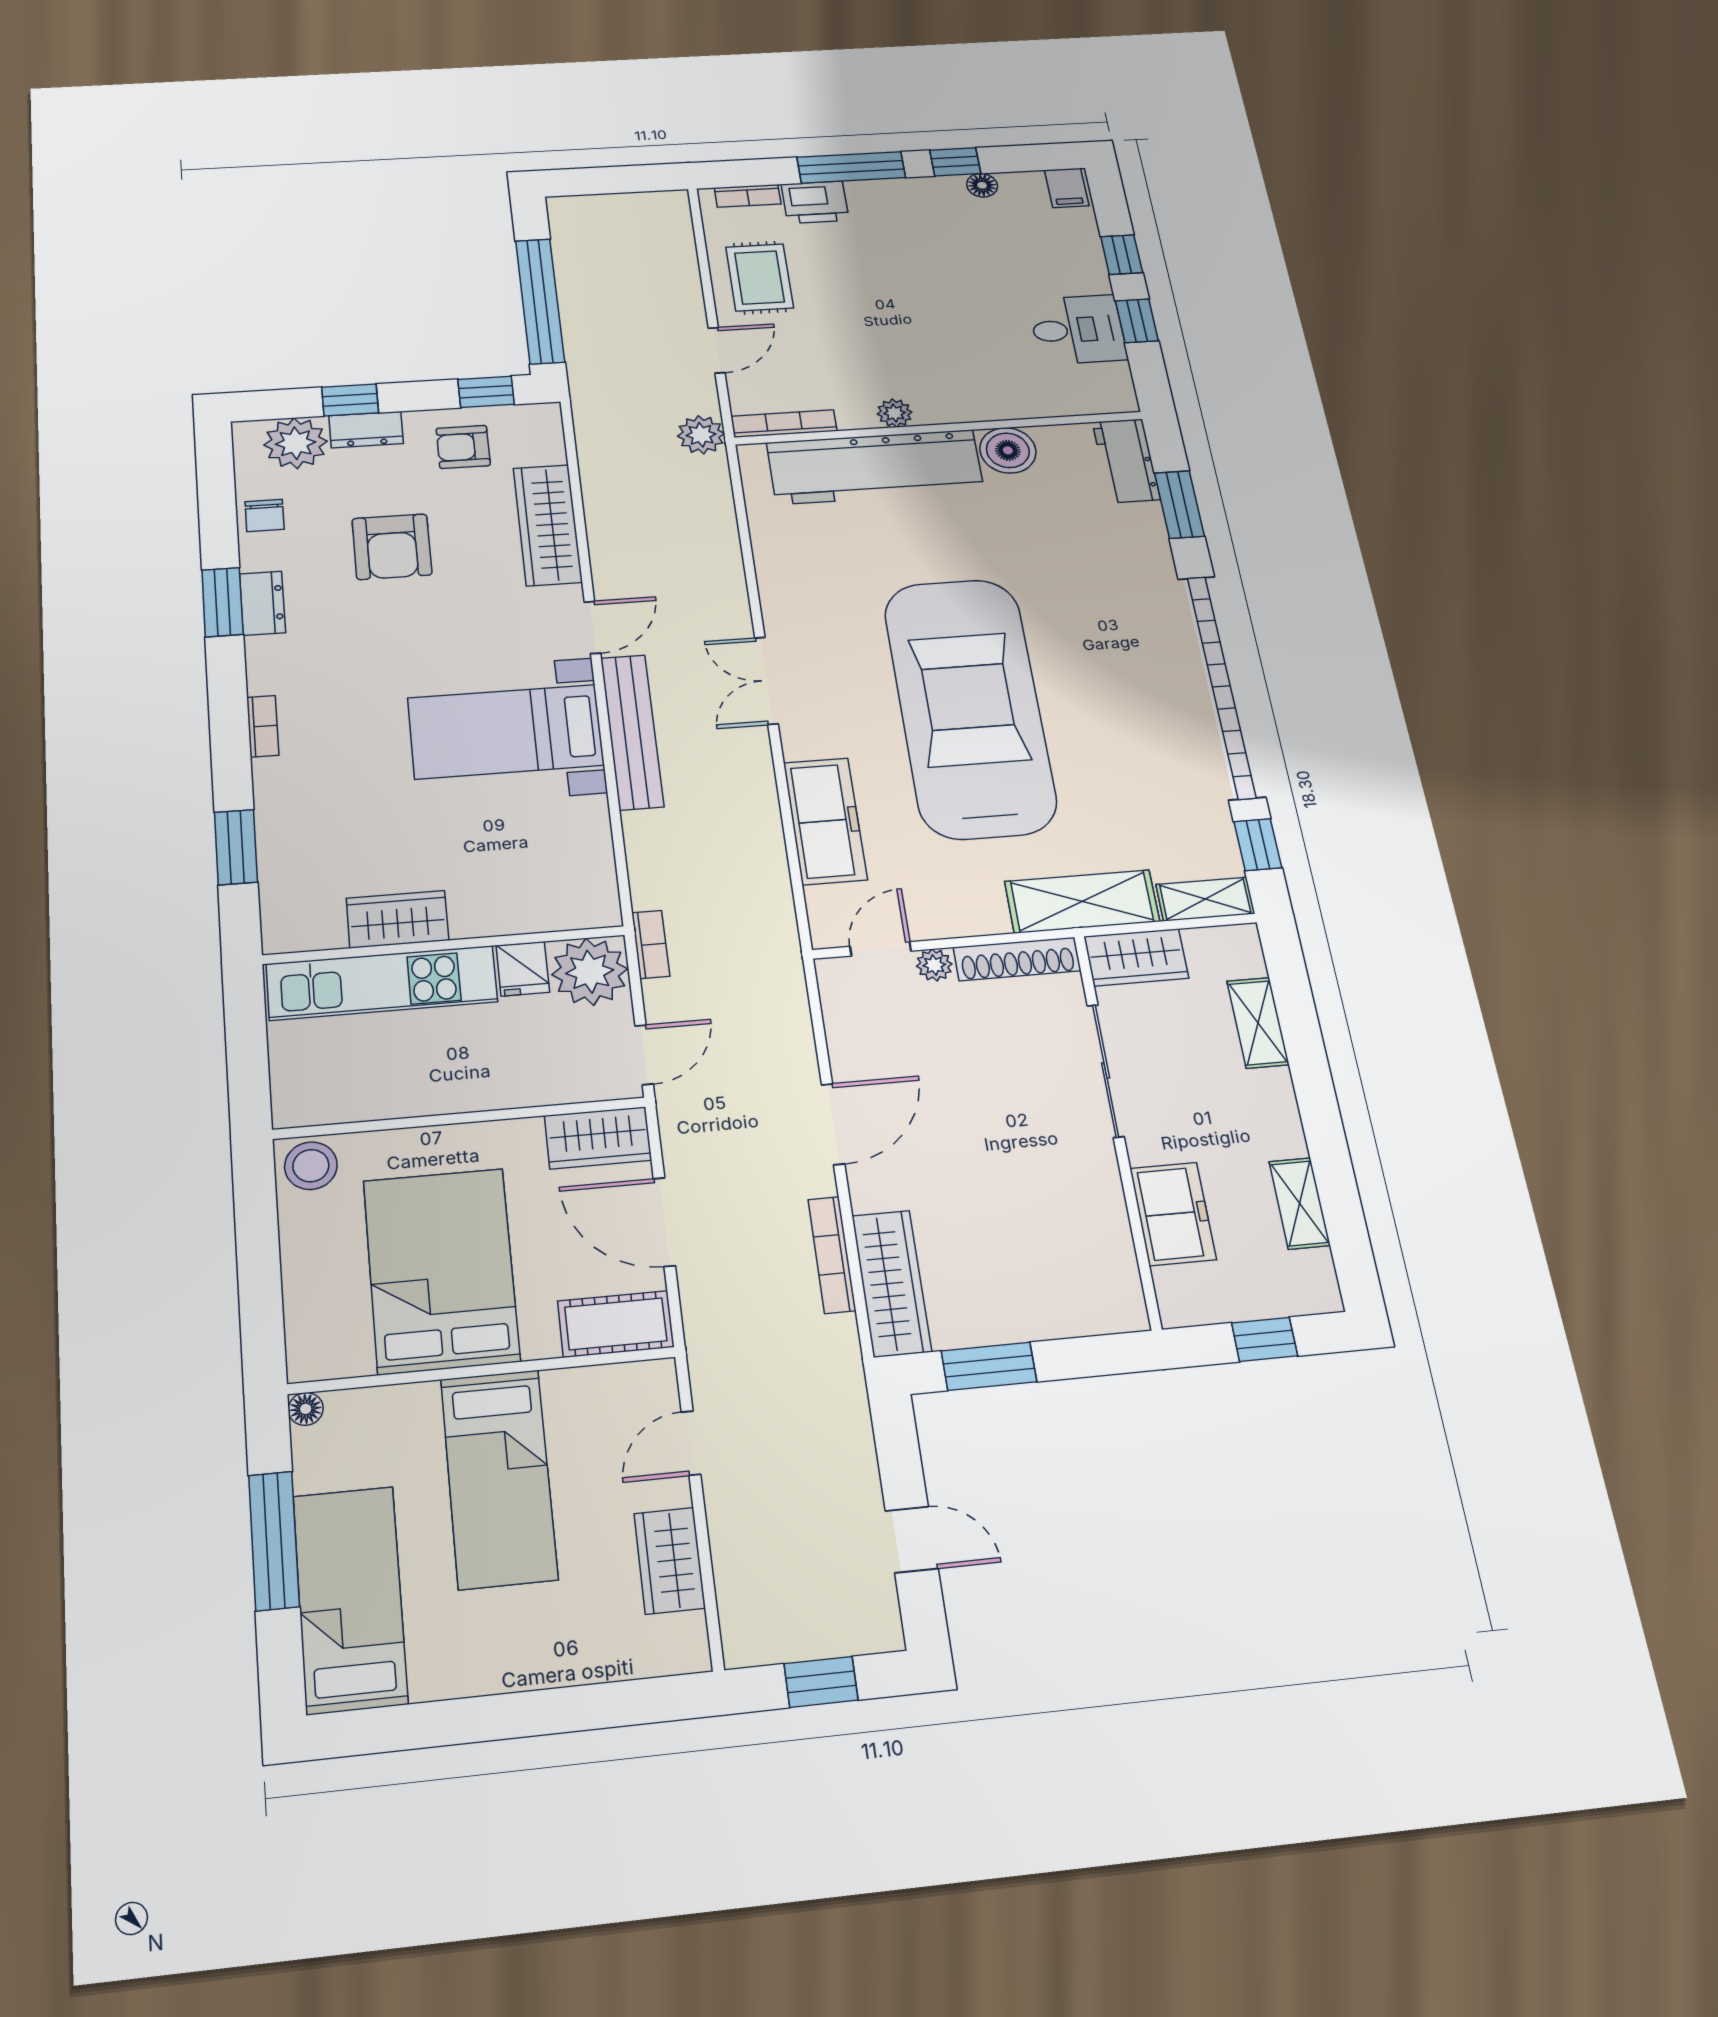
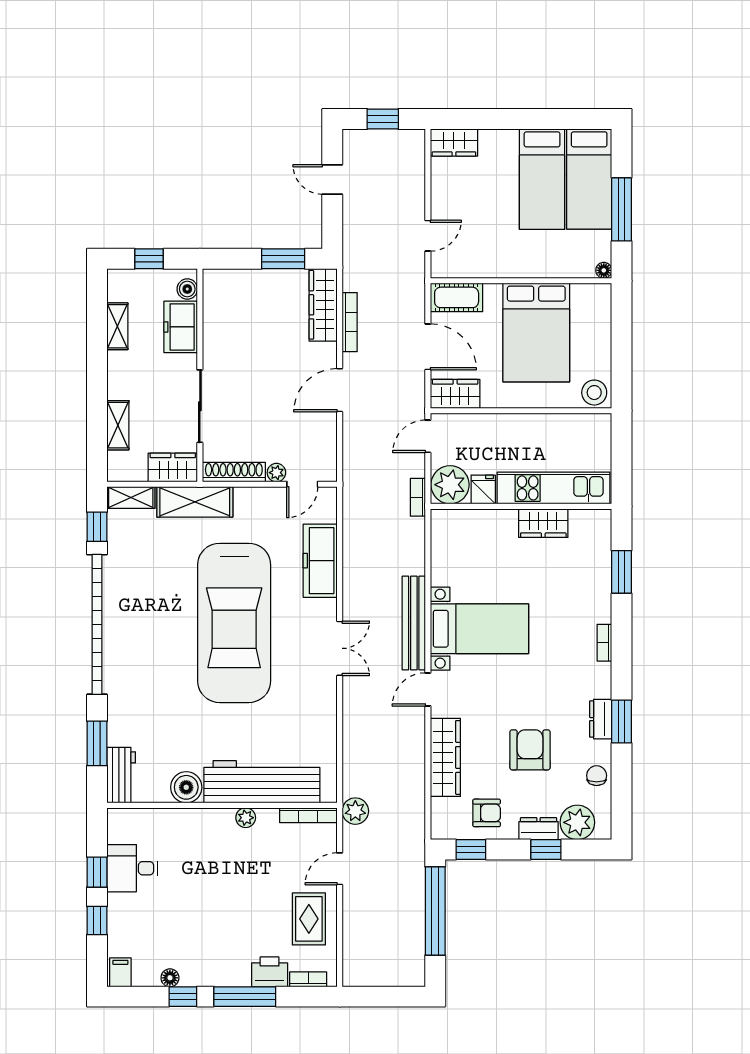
boiler: (1174, 1288) -> (187, 289), added
bed: (499, 1478) -> (542, 179), moved, turned 180
wardrobe: (670, 1561) -> (454, 143), moved, turned 90

